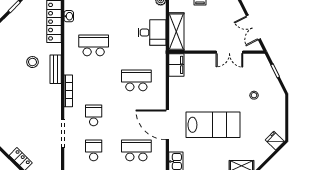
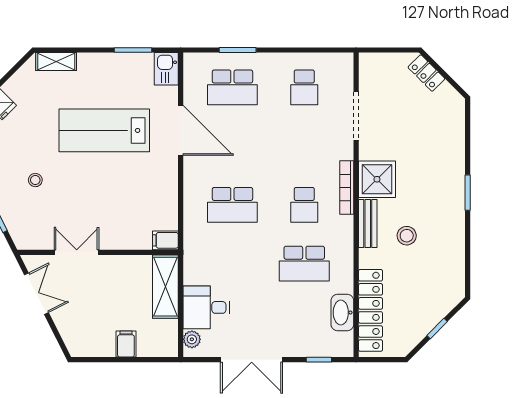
washbasin: (69, 16) -> (342, 313), width x1.91, depth x1.45
desk: (152, 33) -> (206, 307), moved
filing cabinet: (176, 65) -> (165, 240), width x0.50
shower: (50, 96) -> (377, 179), added
school desk: (94, 115) -> (304, 205), moved

